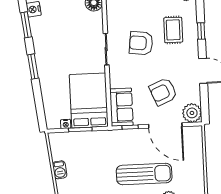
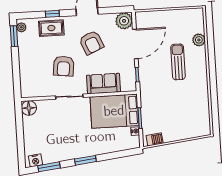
rug: (173, 30) -> (51, 28), moved
armchair: (163, 92) -> (91, 42), moved
sofa: (121, 107) -> (104, 84), moved
barbecue: (60, 170) -> (155, 139), moved
sun lounger: (144, 174) -> (178, 62), width x0.73, depth x0.75

